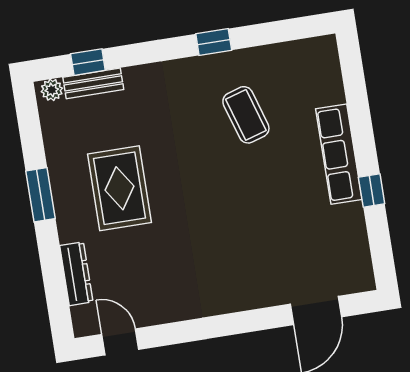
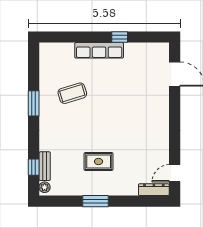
window: (214, 42) -> (34, 103), width x1.50
rug: (119, 188) -> (99, 162), width x0.73, depth x0.70
dresser: (76, 274) -> (154, 190), moved

